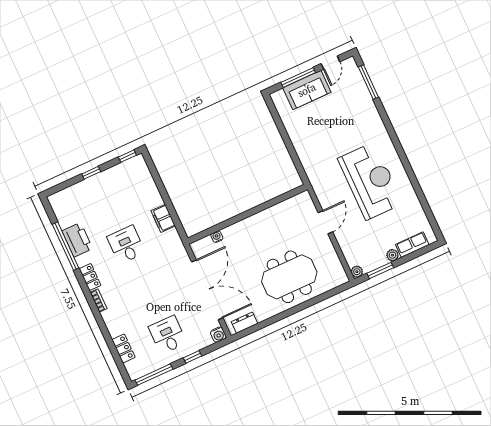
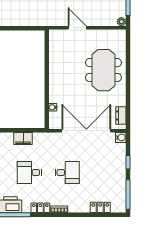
desk: (168, 335) -> (67, 173), moved, turned 180

